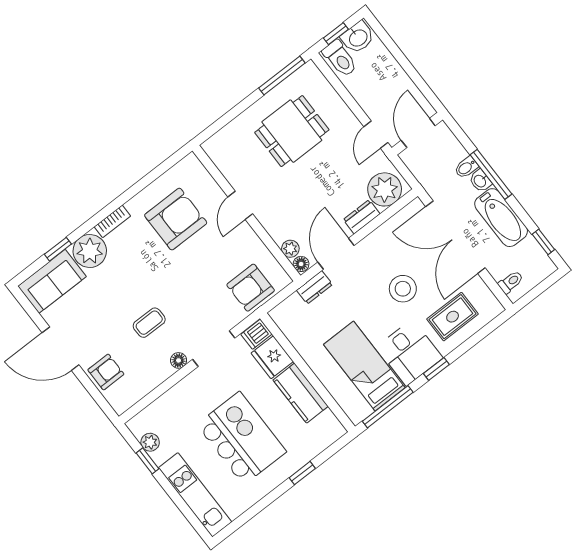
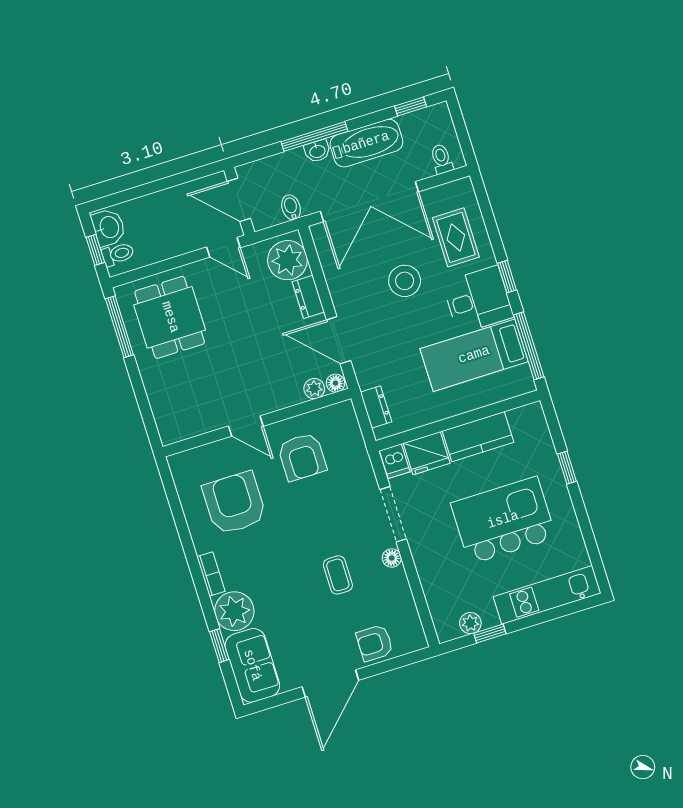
toilet: (340, 59) -> (118, 254), width x0.73, depth x0.72
dining table: (292, 131) -> (170, 317), moved
bidet: (466, 167) -> (291, 207), moved, turned 180
dresser: (315, 287) -> (376, 407), moved
armchair: (251, 288) -> (302, 457), moved
armchair: (106, 372) -> (375, 643), turned -90

